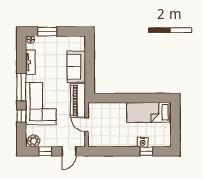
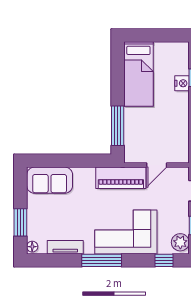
sofa: (76, 67) -> (50, 180), moved
window: (114, 98) -> (118, 126), added
window: (21, 116) -> (164, 260), moved

